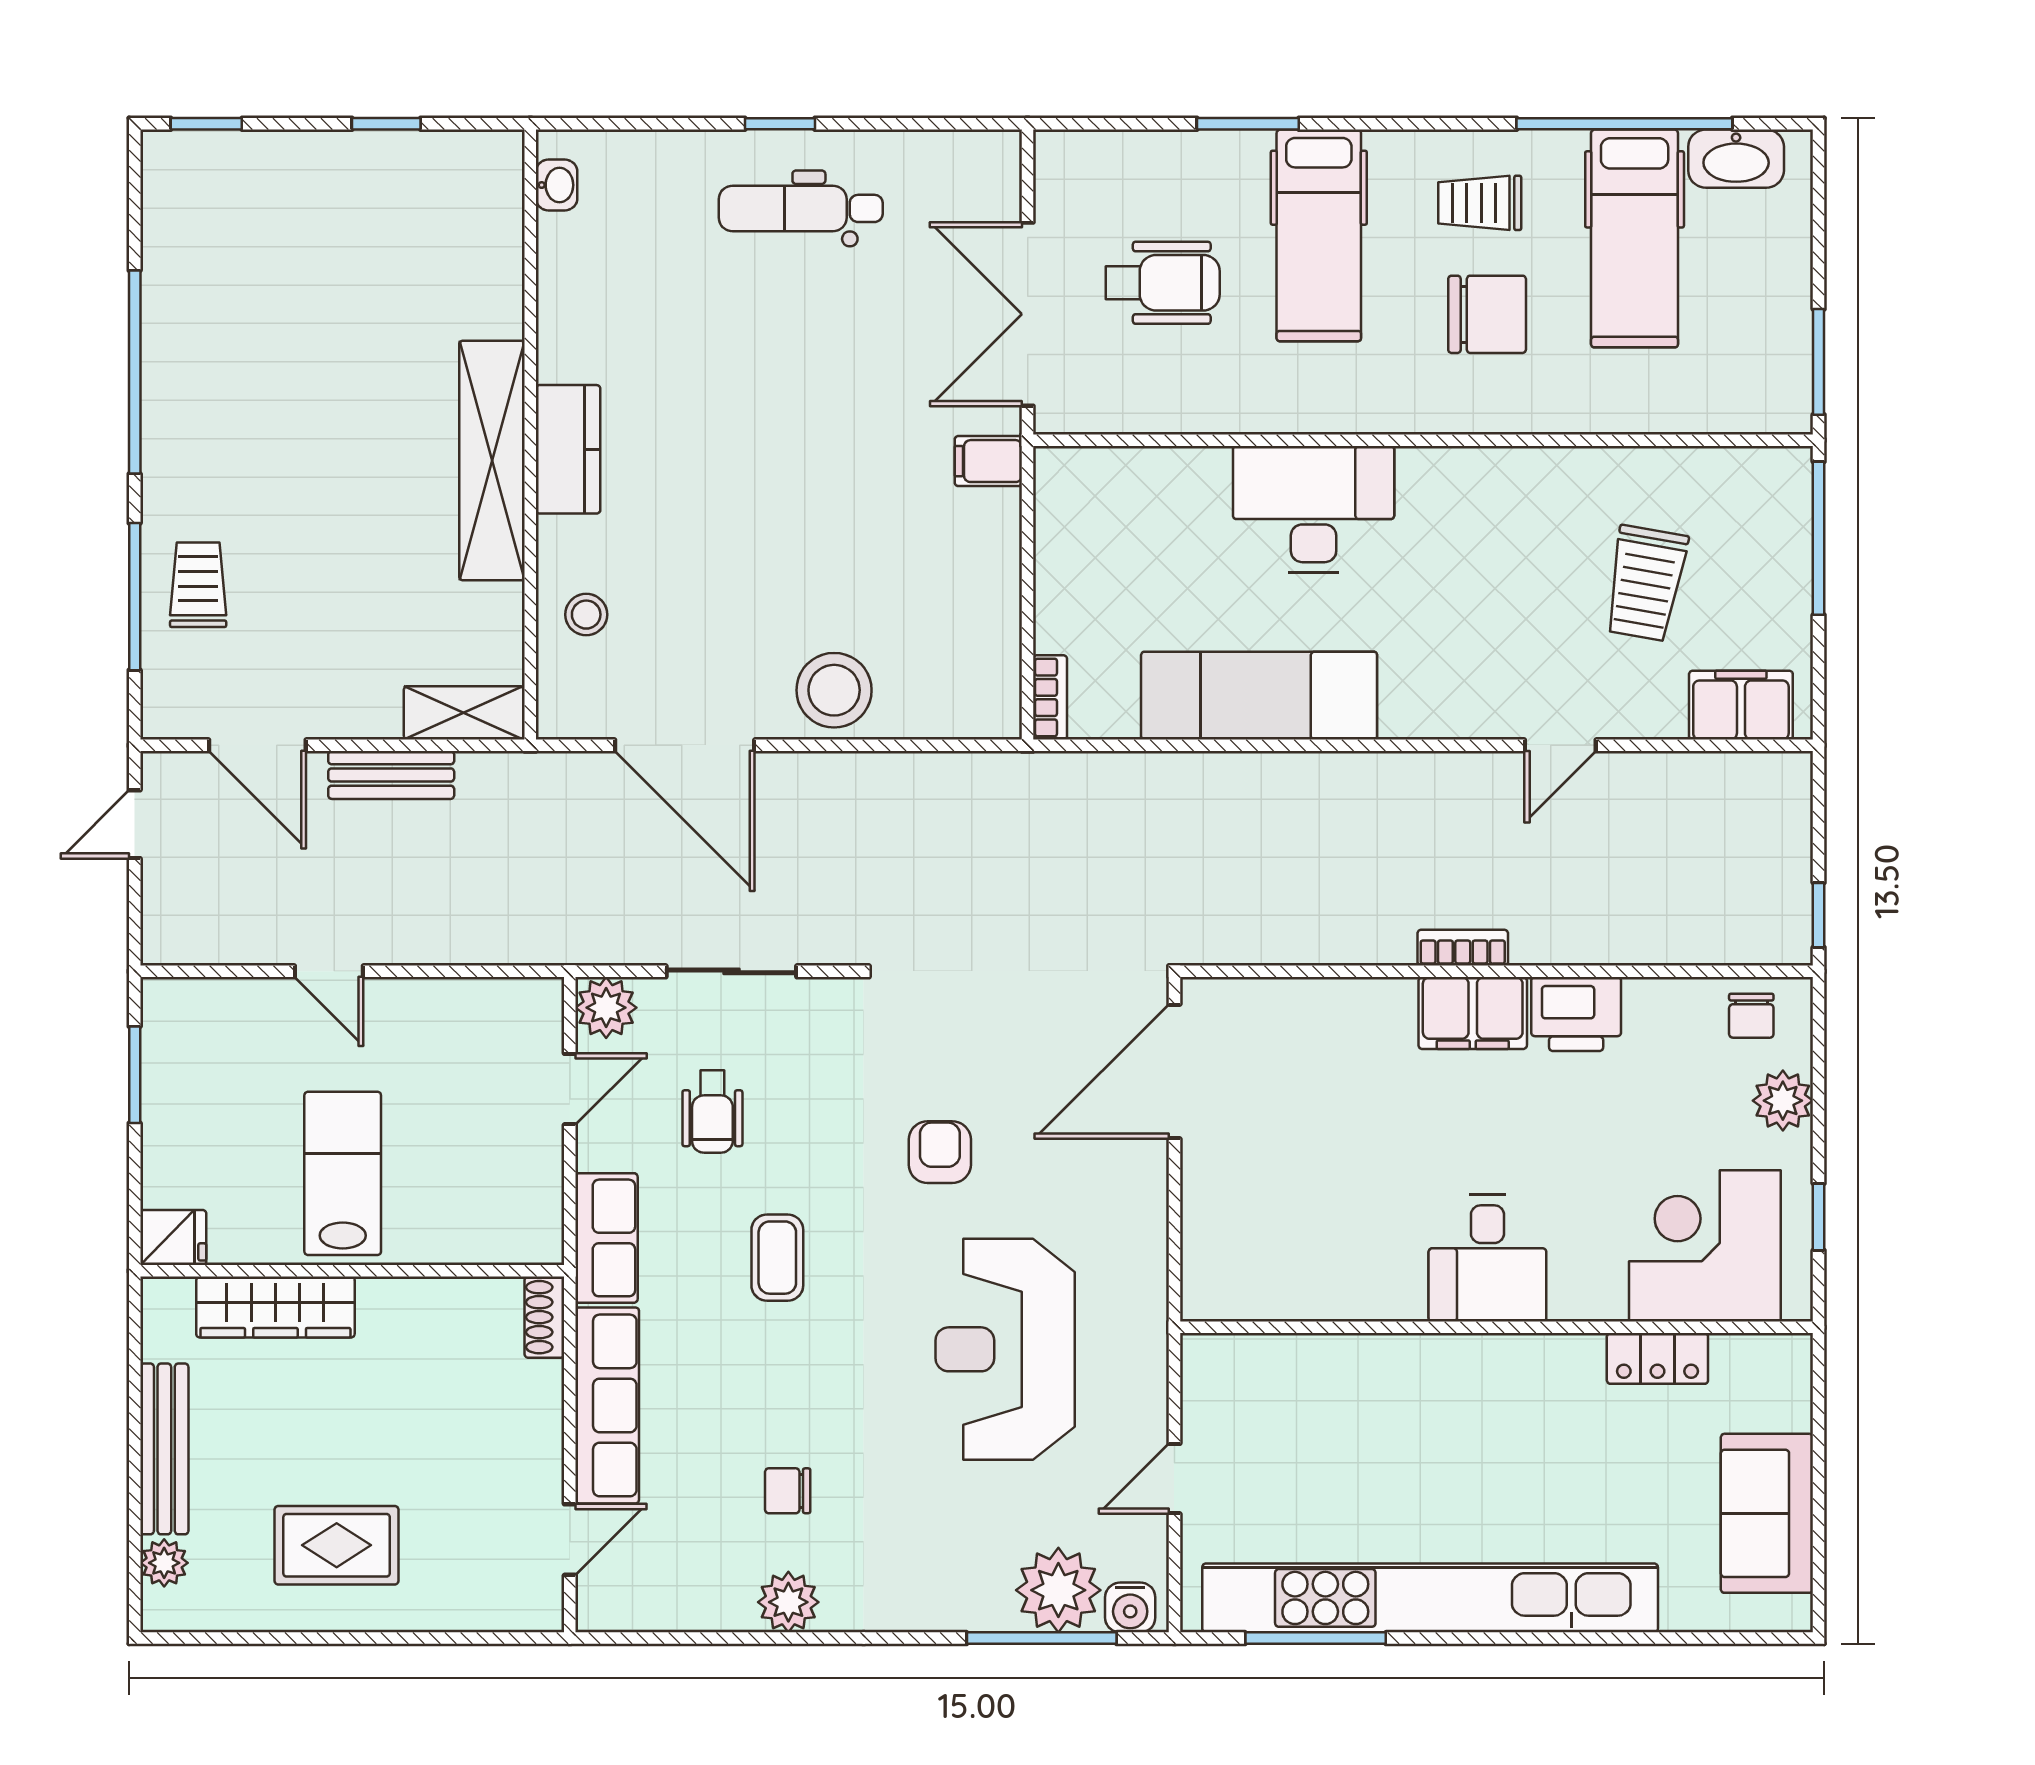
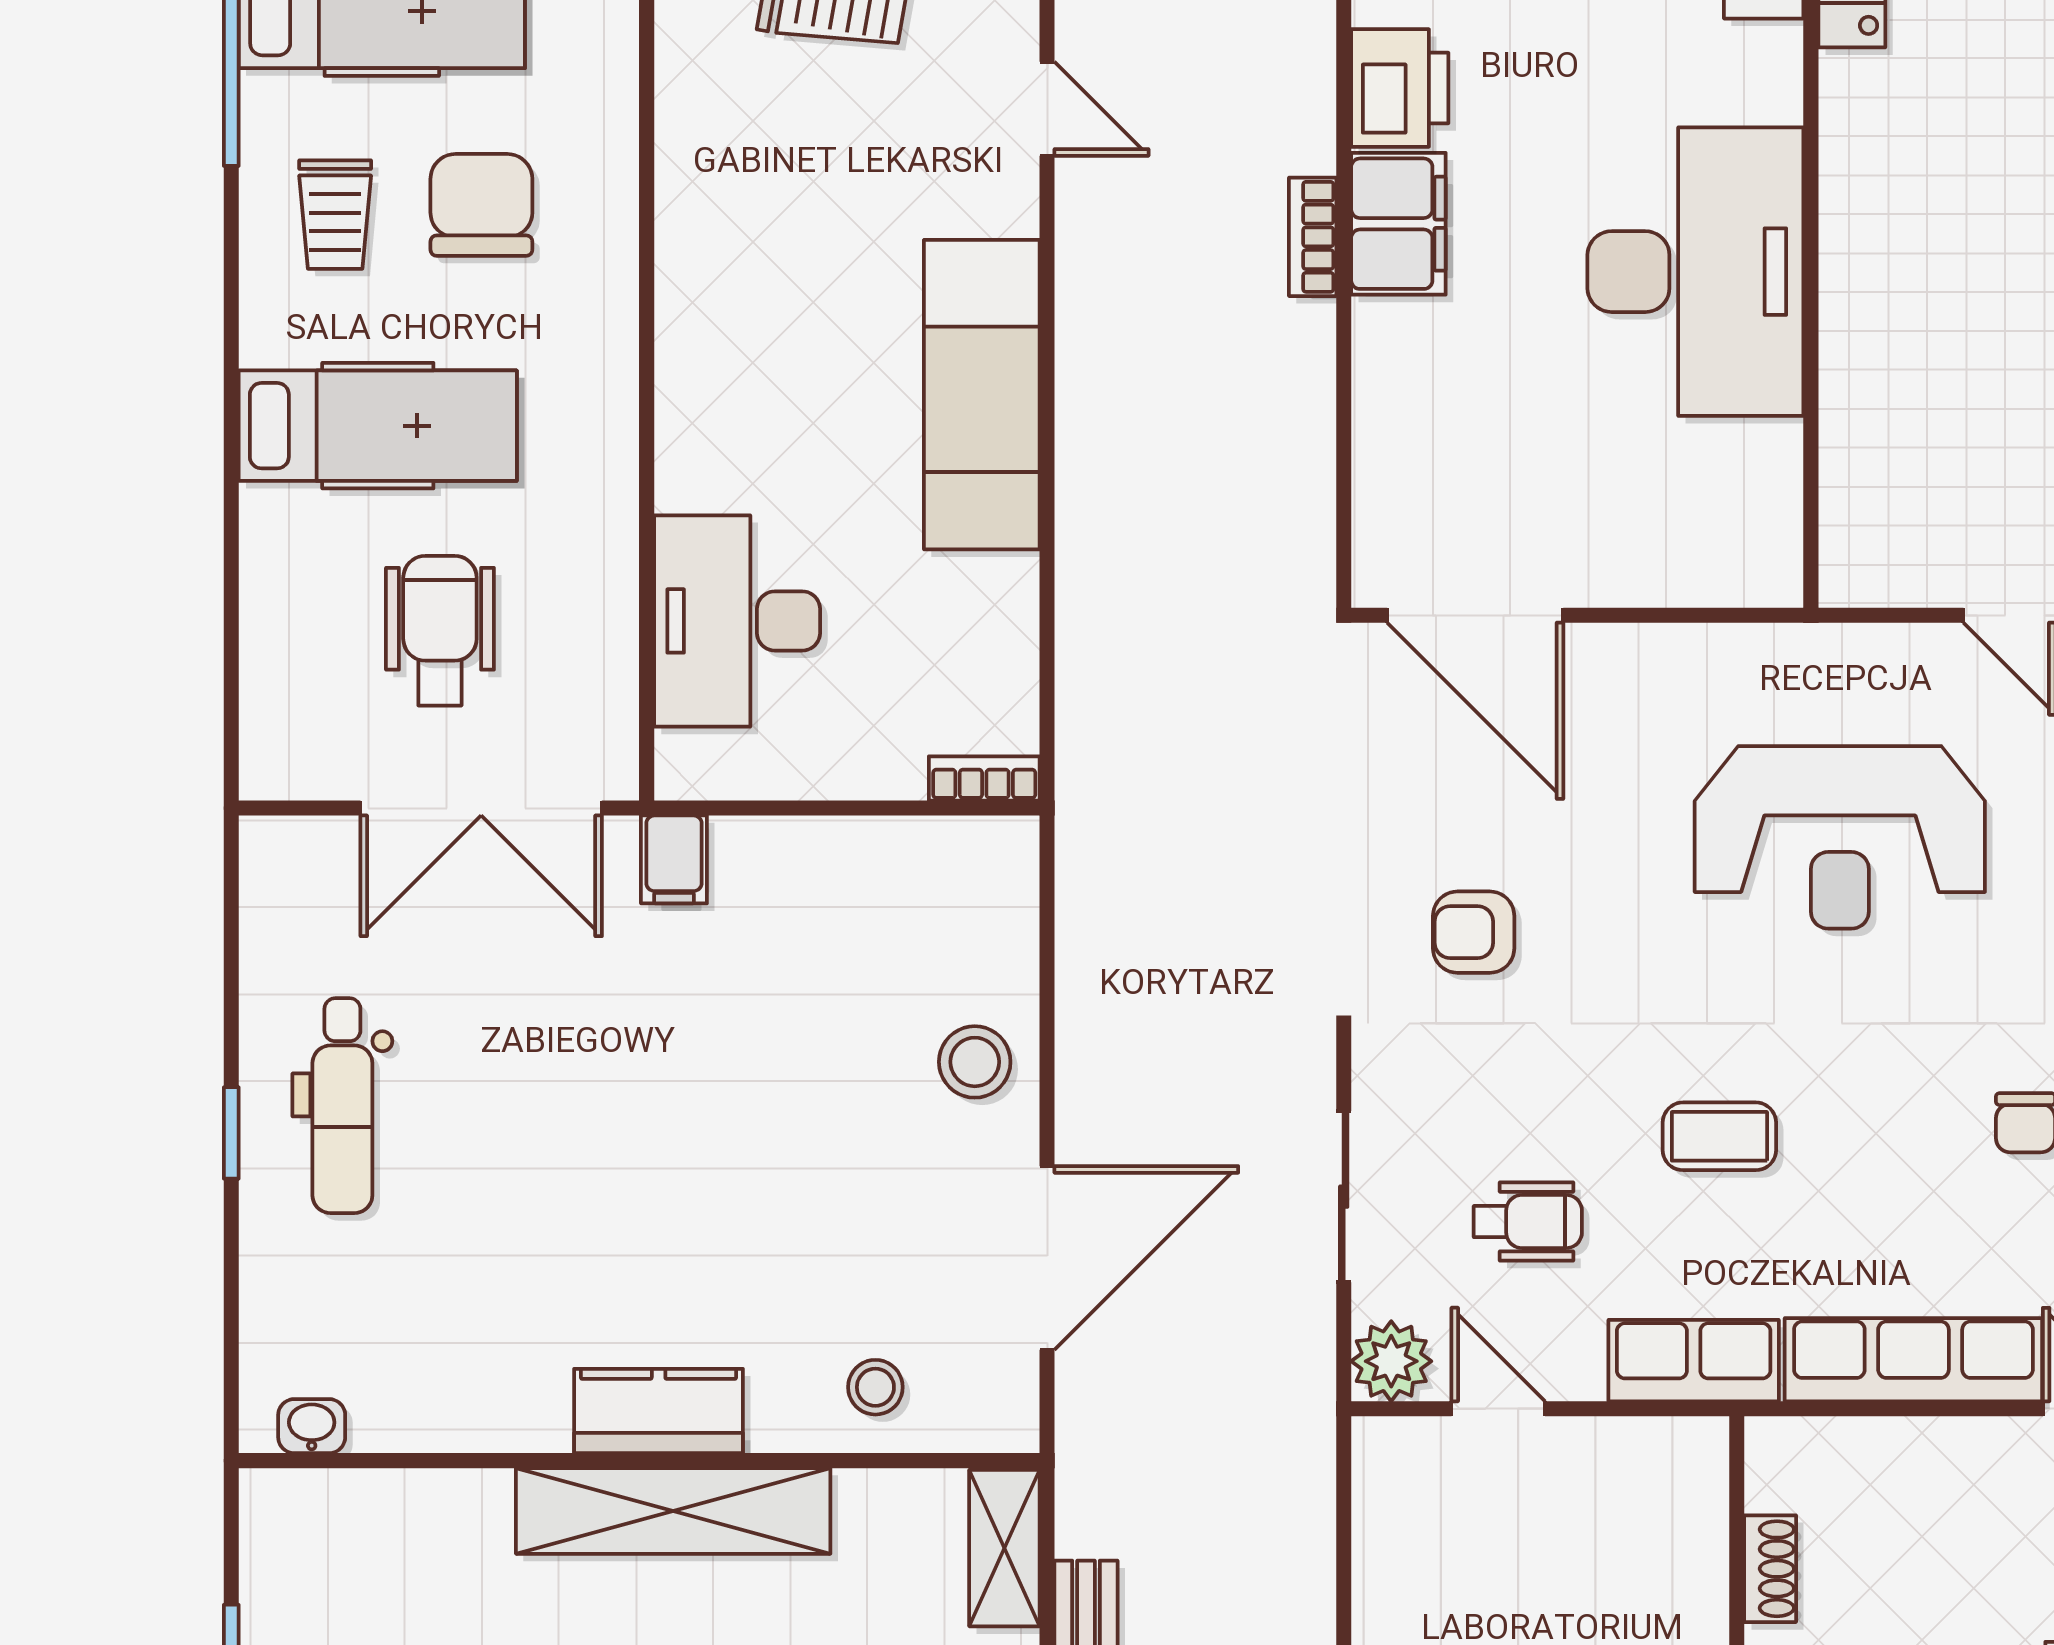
window: (1248, 124) -> (231, 519), removed
desk: (1314, 509) -> (737, 621), moved
stool: (834, 690) -> (975, 1062), width x0.73, depth x0.73
exam couch: (1259, 696) -> (982, 395), moved
armchair: (940, 1152) -> (1474, 932), moved
desk: (1487, 1258) -> (1695, 272), width x1.87, depth x1.30
shoe rack: (544, 1317) -> (1770, 1569), moved, turned -90

